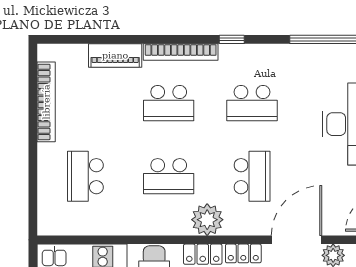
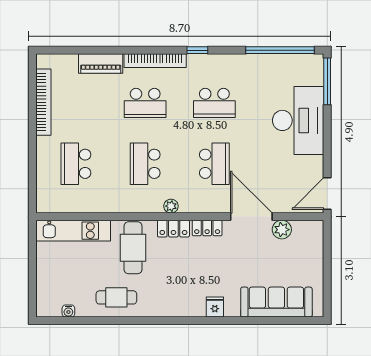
school desk: (169, 176) -> (145, 164), turned 90
plant: (207, 220) -> (171, 206), width x0.53, depth x0.53
door: (297, 240) -> (251, 217), hinge flipped

